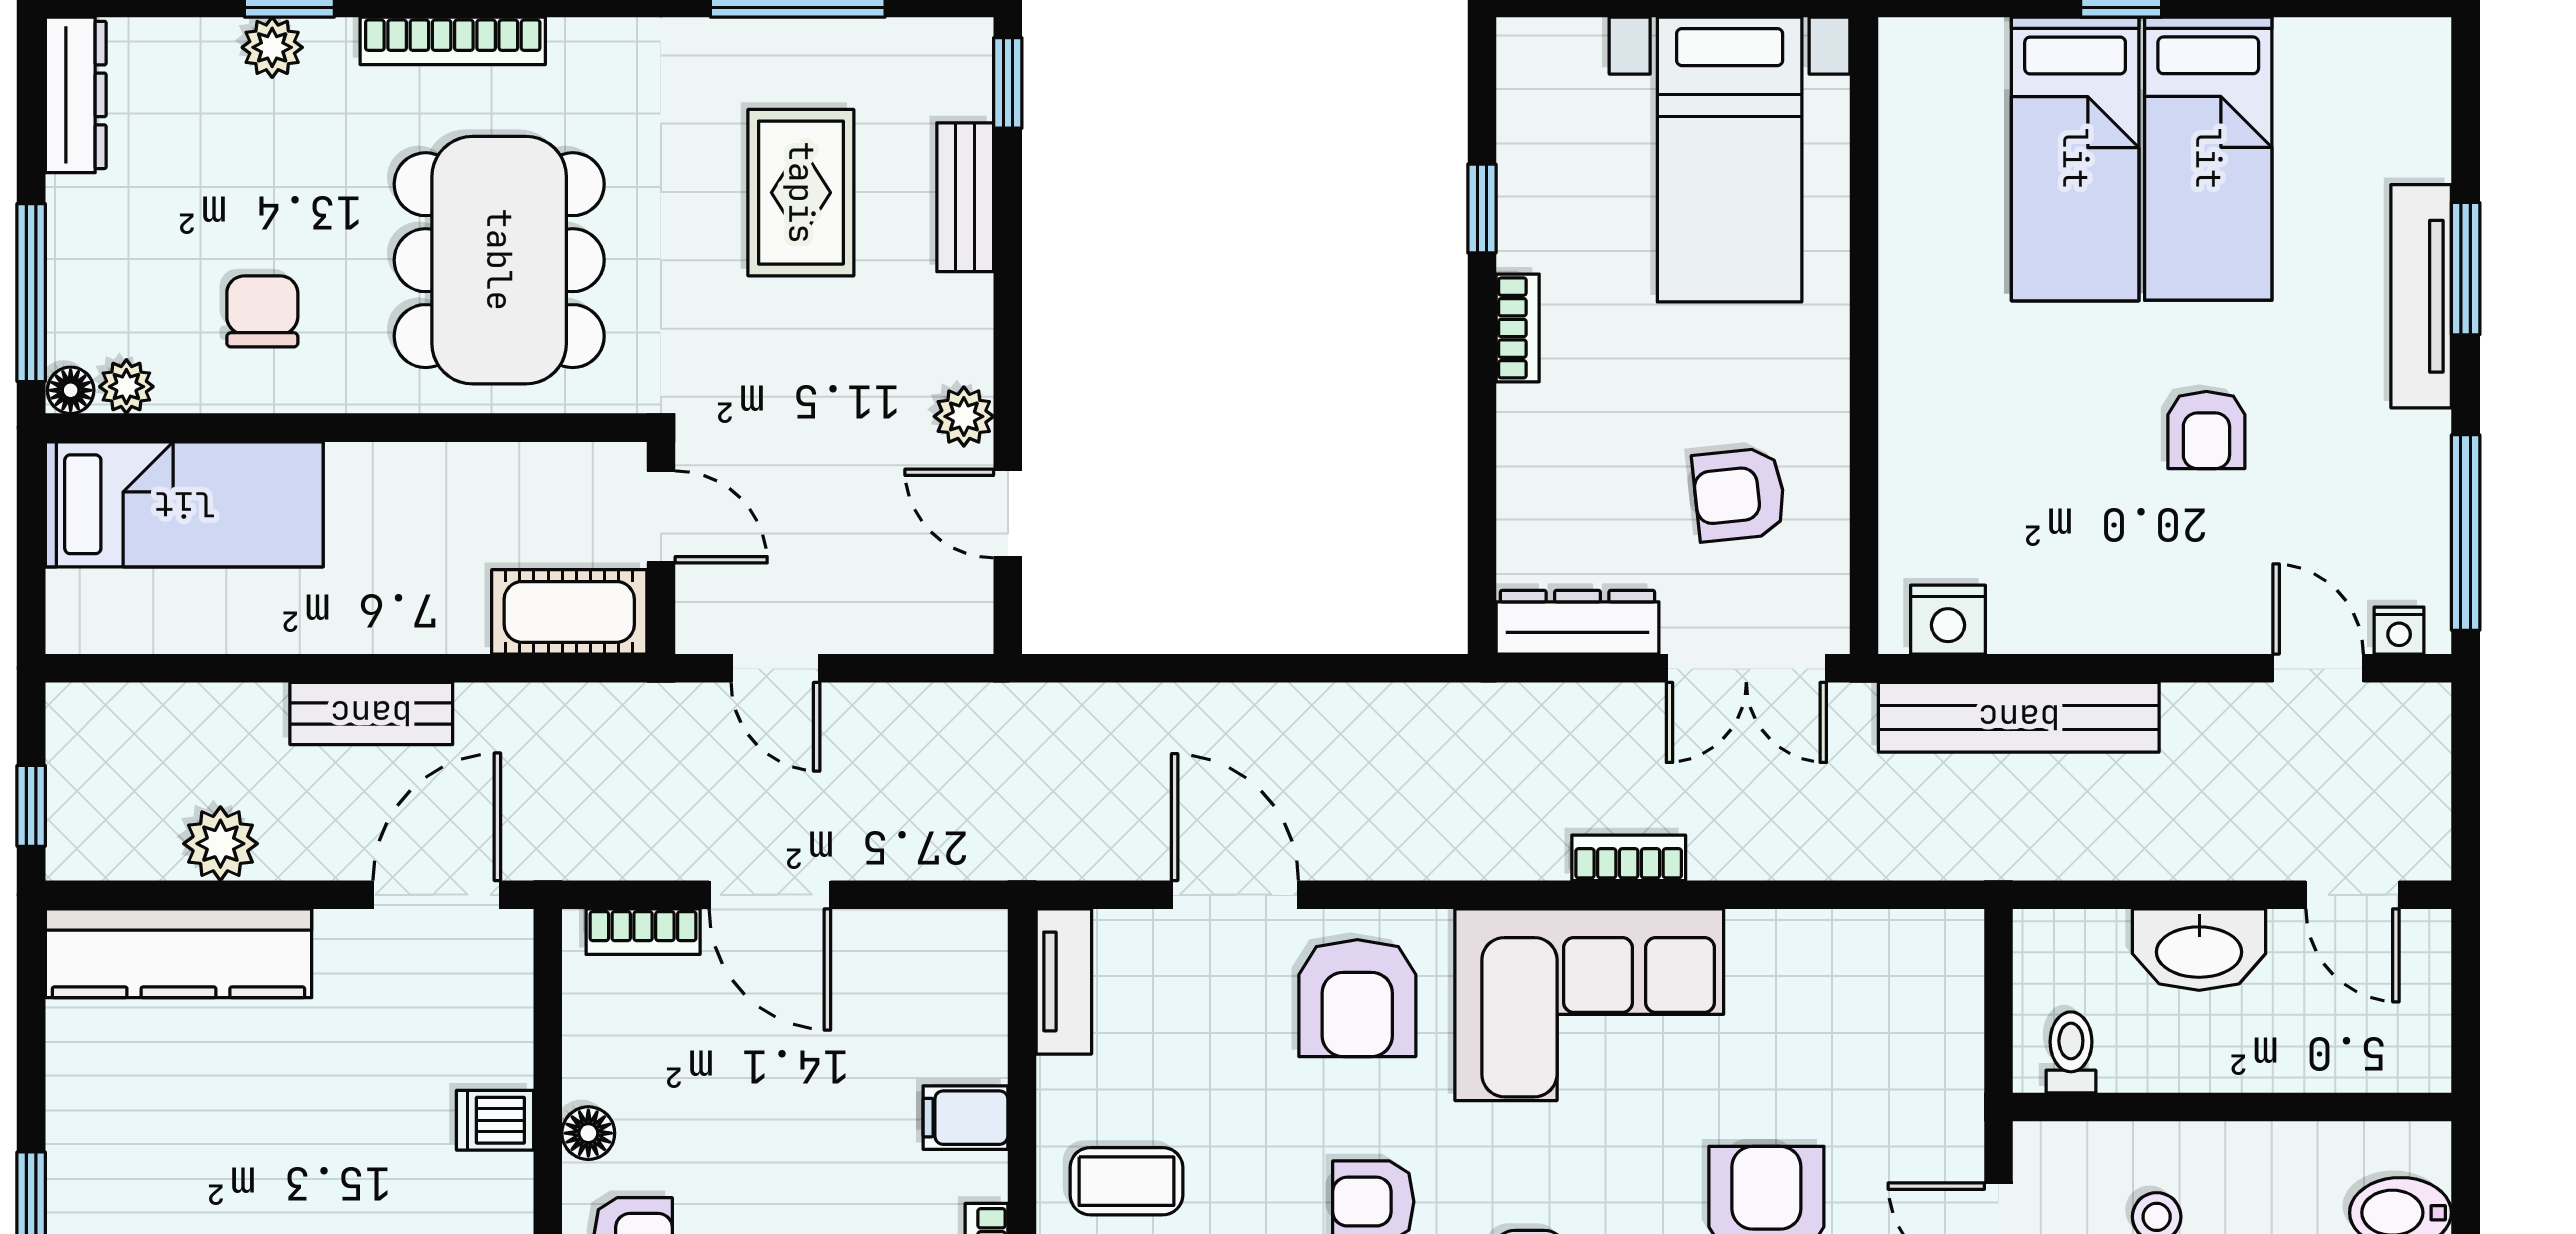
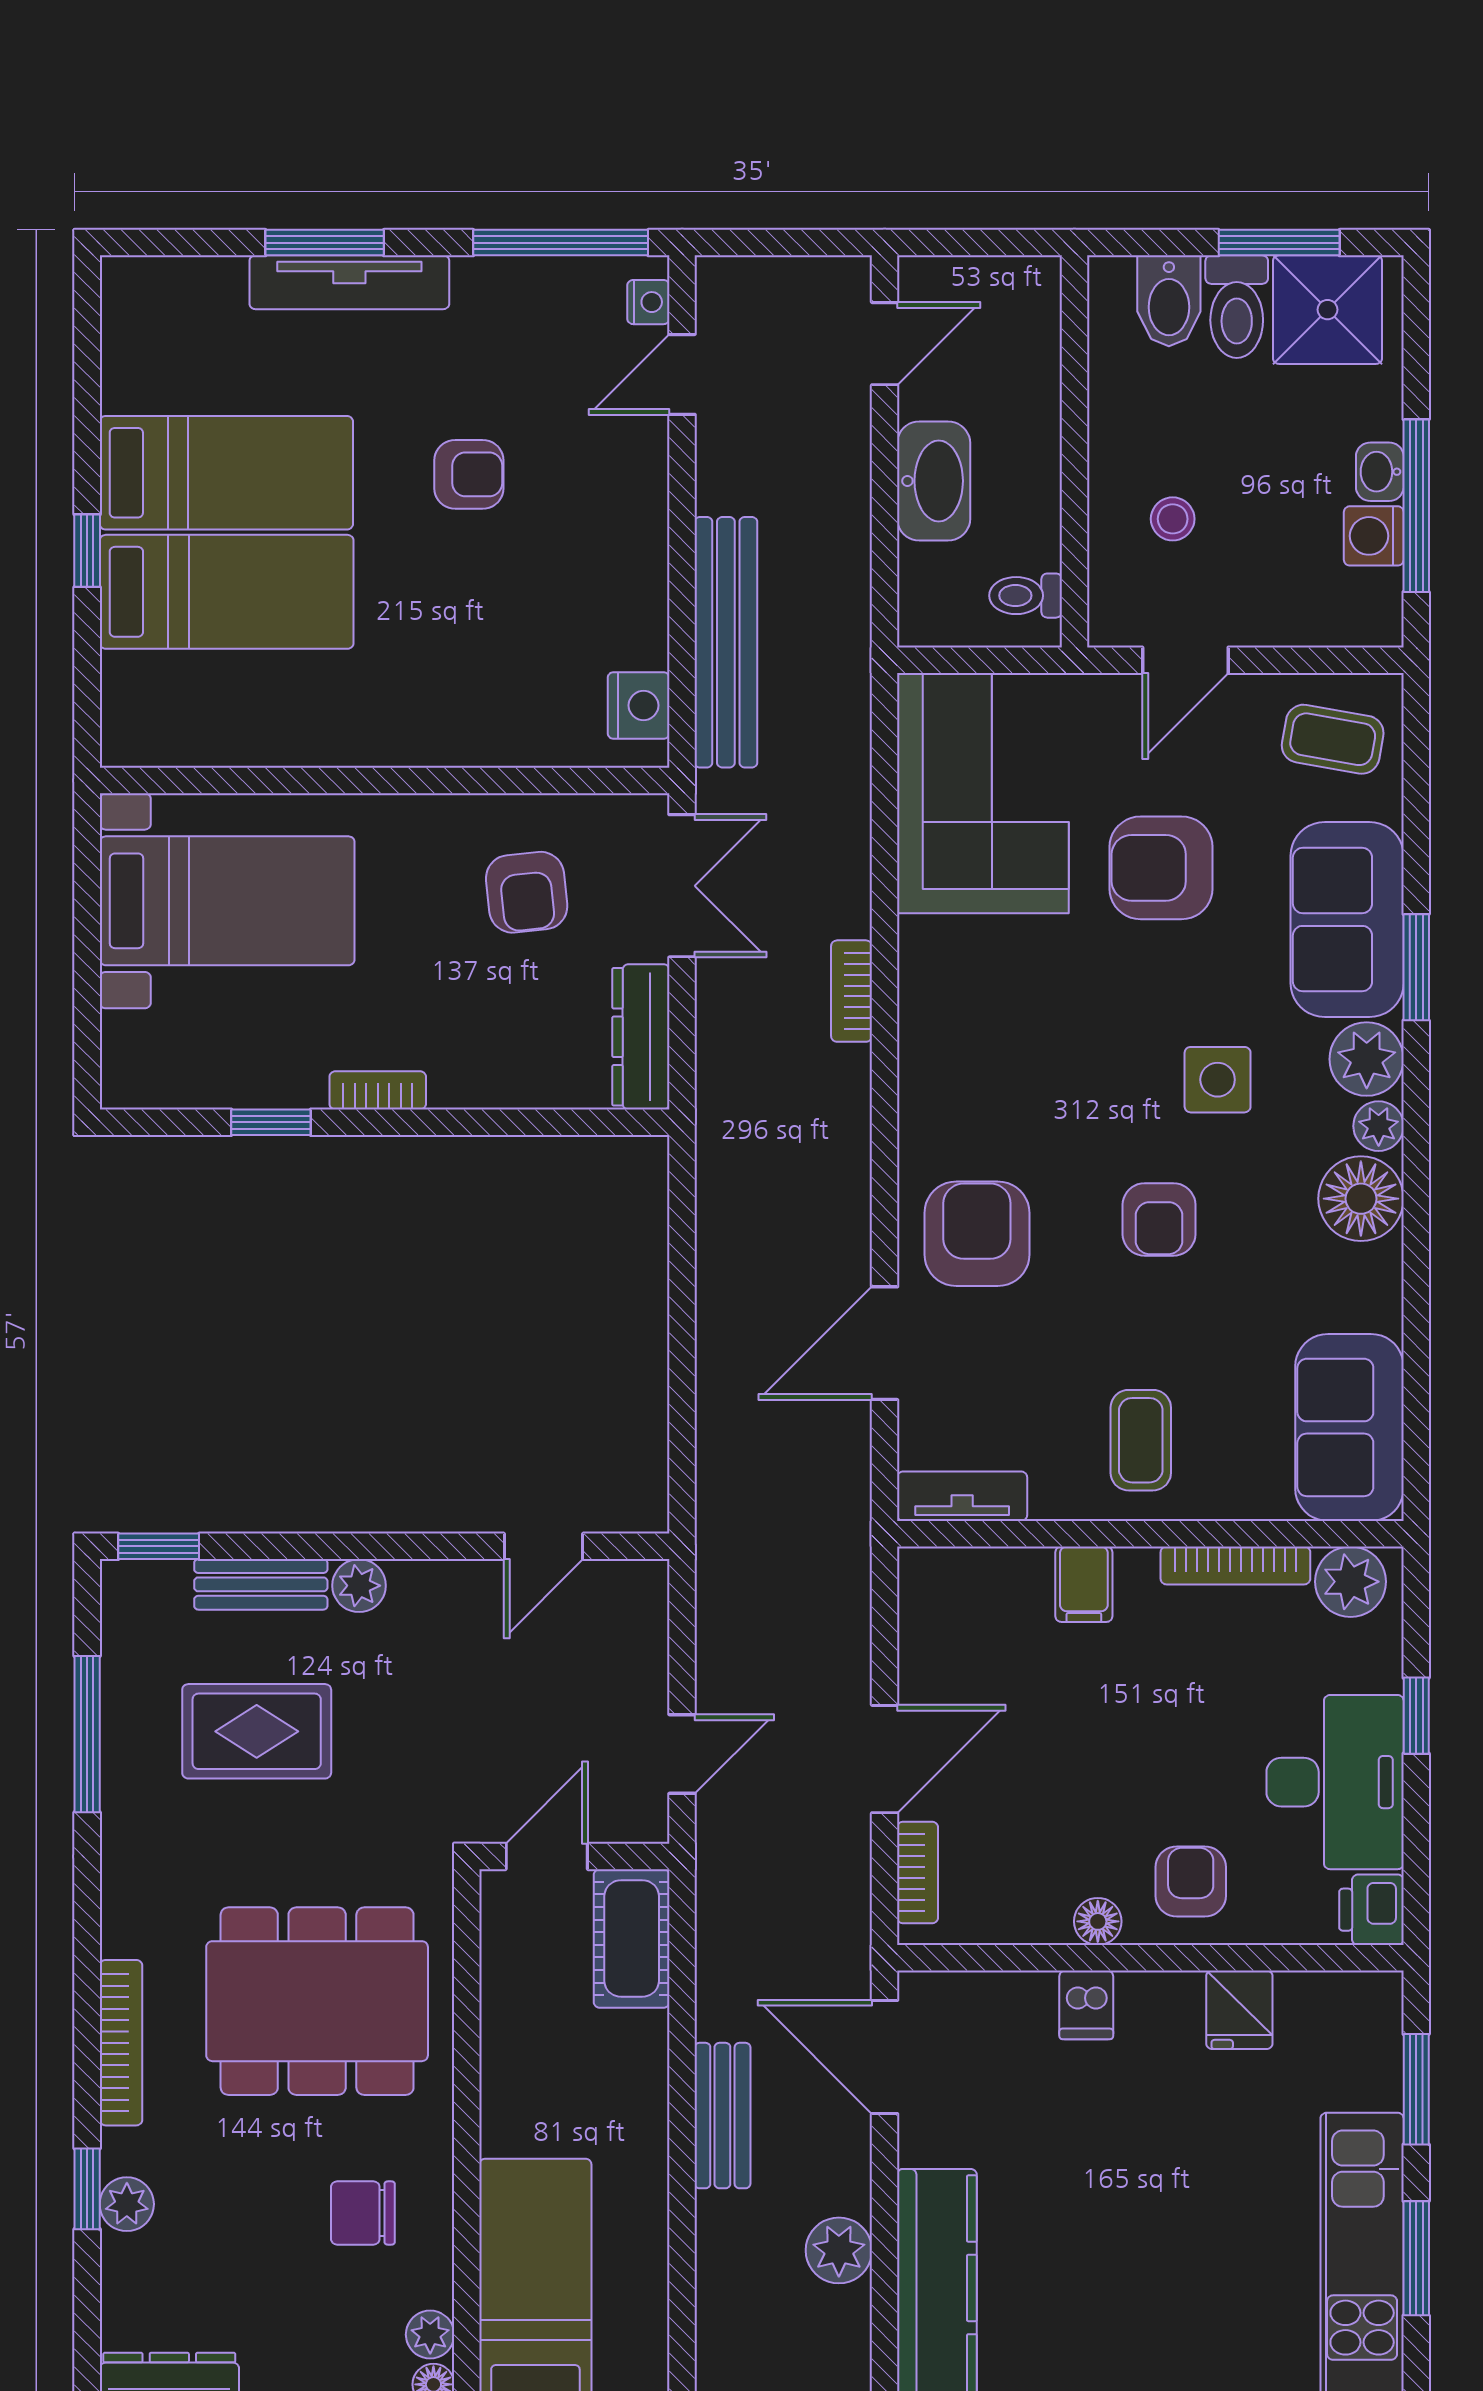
plant: (964, 416) -> (359, 1586), moved
armchair: (1357, 998) -> (977, 1234), turned -90
corner sofa: (1589, 1005) -> (983, 793), moved

